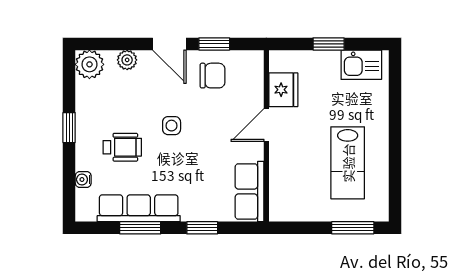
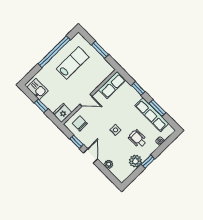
plant: (89, 64) -> (135, 161), moved
chair: (213, 76) -> (80, 123), moved
fridge: (283, 90) -> (62, 113), moved
window: (395, 151) -> (54, 52), added
window: (353, 228) -> (100, 50), moved

